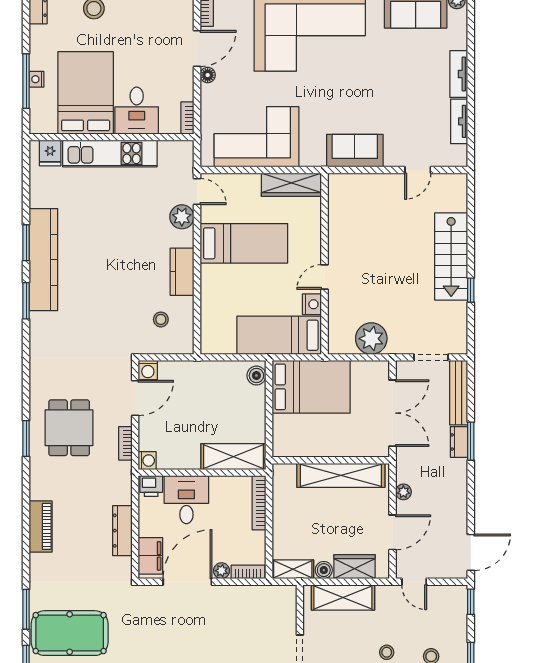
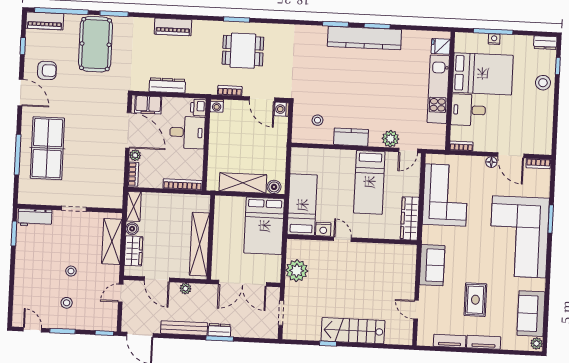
rug: (400, 88) -> (475, 300), added
bench: (459, 393) -> (184, 328), moved
shelving: (233, 457) -> (243, 183), moved, turned 90

